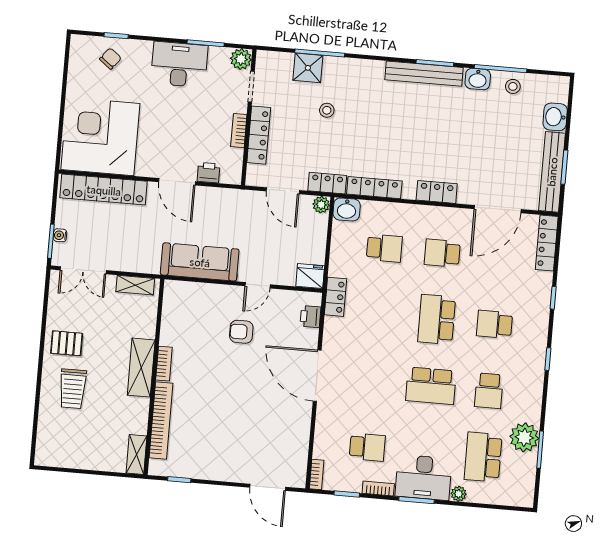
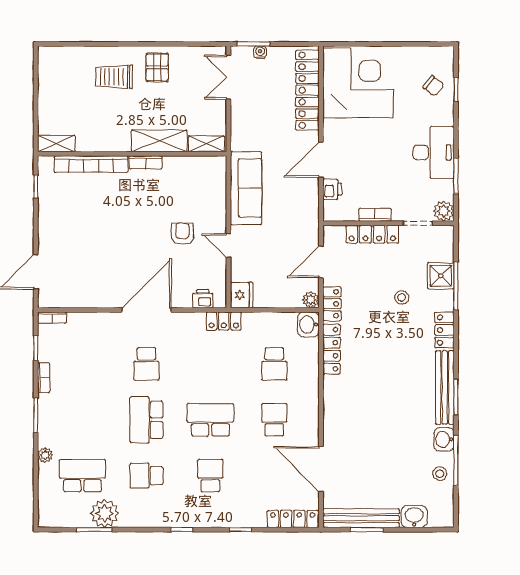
locker: (437, 192) -> (444, 330), moved, turned 180
shelving: (135, 285) -> (206, 144), moved, turned 90
shelving: (141, 368) -> (159, 141), moved
school desk: (367, 447) -> (146, 364), moved
desk: (423, 477) -> (58, 420), removed

